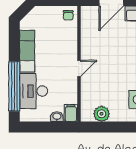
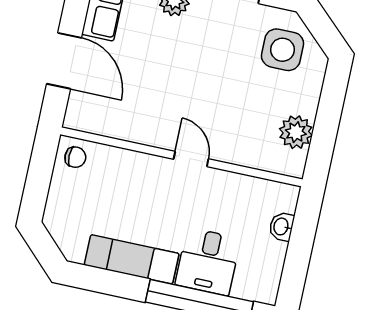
desk: (34, 91) -> (208, 262), width x0.73
filing cabinet: (71, 113) -> (280, 196), removed

